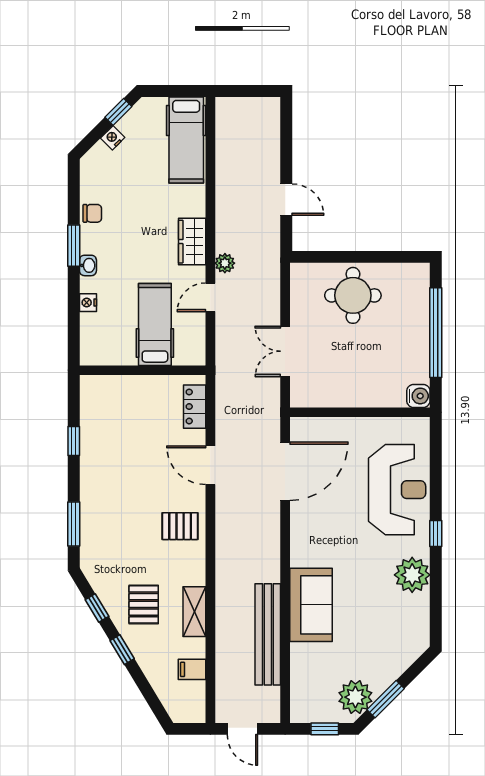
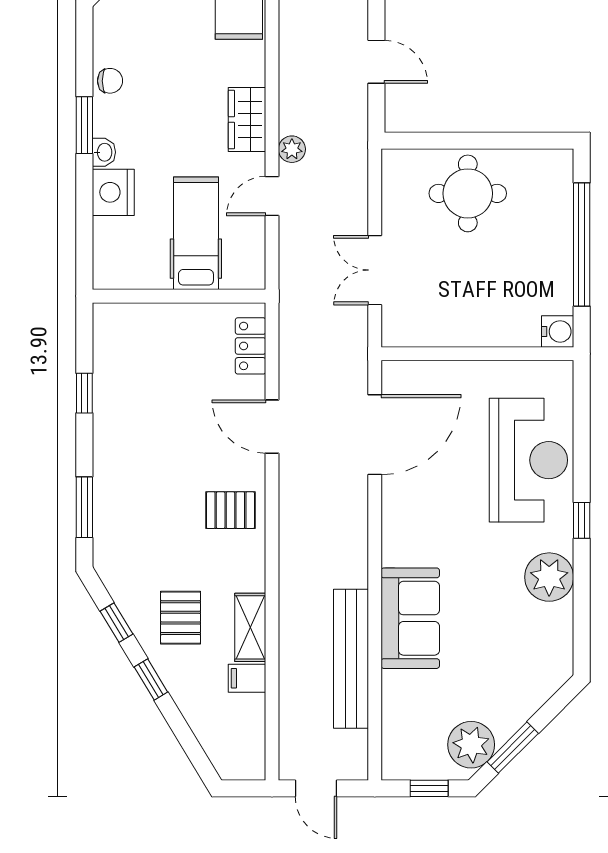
nightstand: (88, 303) -> (113, 192), width x1.89, depth x1.79
filing cabinet: (192, 669) -> (247, 678), moved

